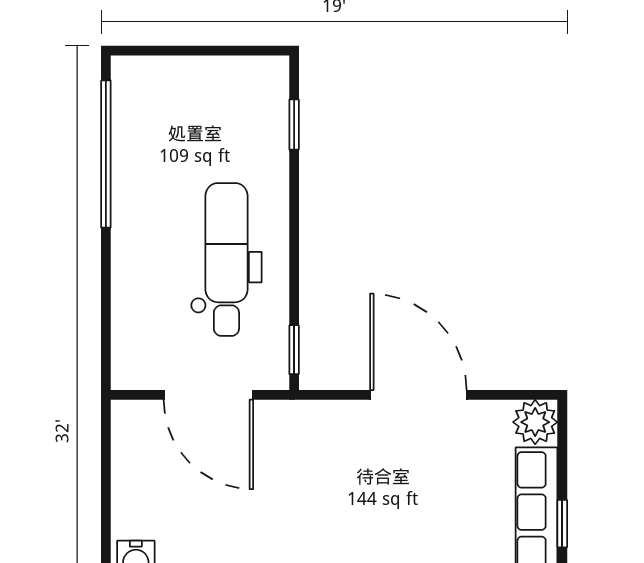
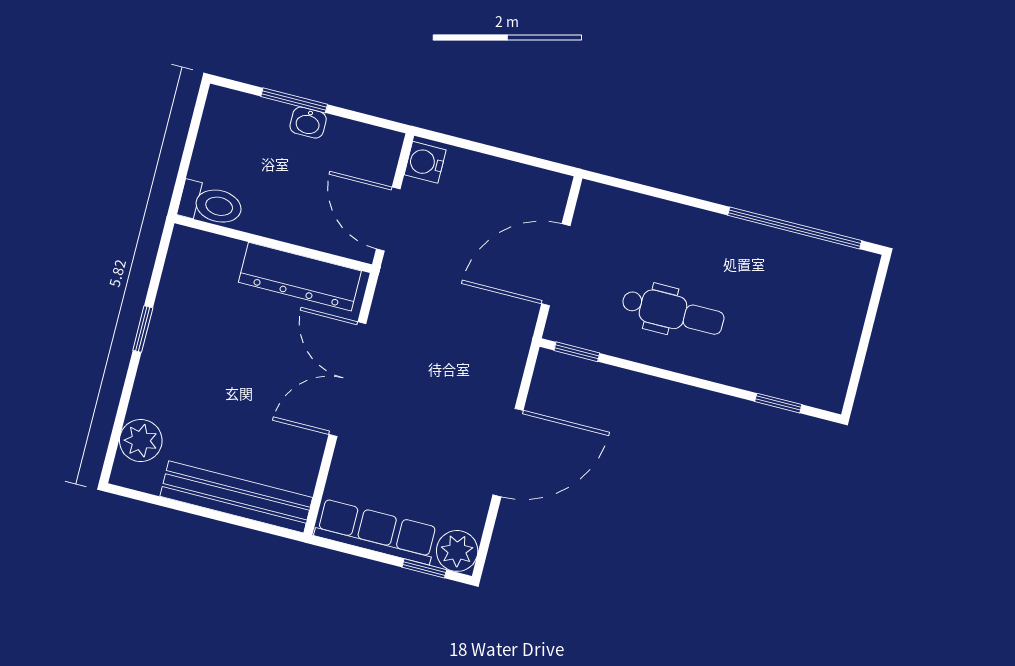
dental chair: (226, 259) -> (673, 312), width x0.73, depth x0.72
window: (562, 524) -> (424, 568), moved

